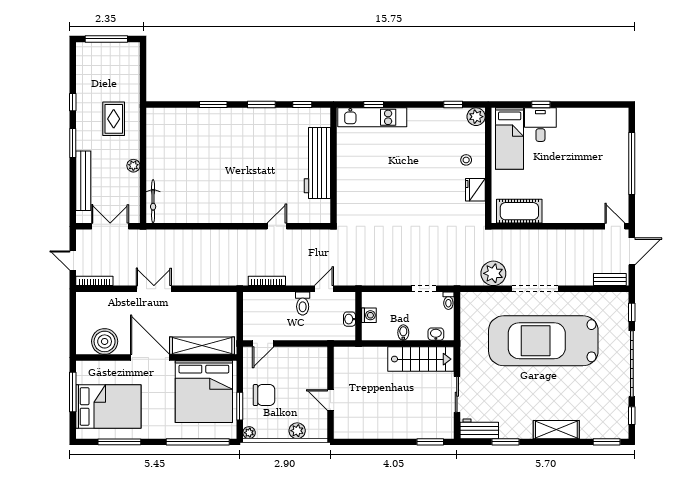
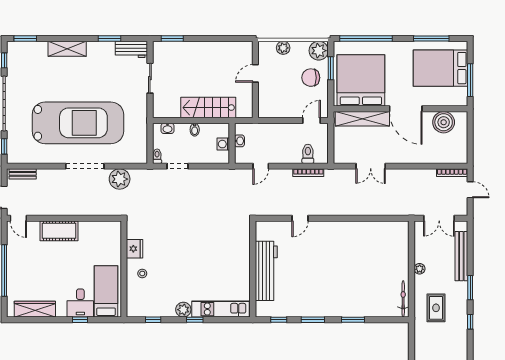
window: (374, 105) -> (195, 320), moved
plant: (476, 117) -> (183, 310), moved
wardrobe: (595, 117) -> (35, 309), added
bicycle: (153, 201) -> (403, 299), moved
cot: (519, 211) -> (59, 231), moved
double door: (154, 289) -> (371, 166), moved
toilet: (303, 304) -> (308, 154), moved
stairs: (421, 359) -> (208, 108), moved
door: (330, 400) -> (255, 73), swing flipped
plant: (249, 433) -> (319, 51), width x1.88, depth x1.88

